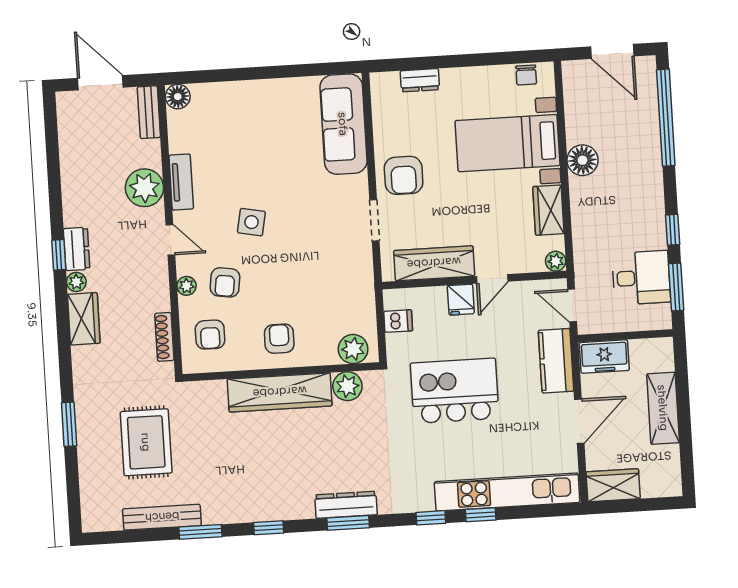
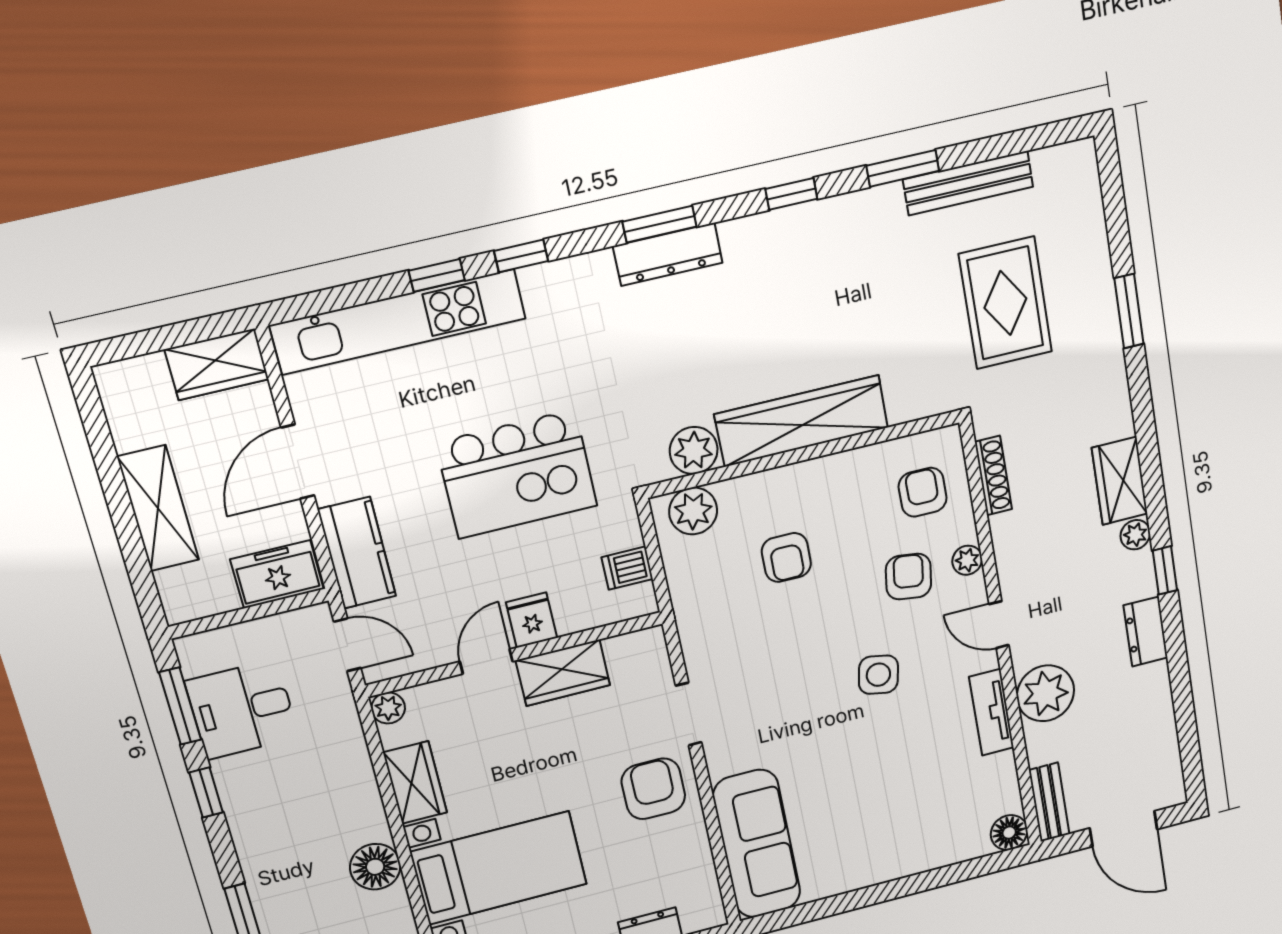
dresser: (77, 249) -> (1146, 632), moved
wardrobe: (434, 263) -> (563, 673), width x0.67
armchair: (279, 339) -> (786, 557), moved

